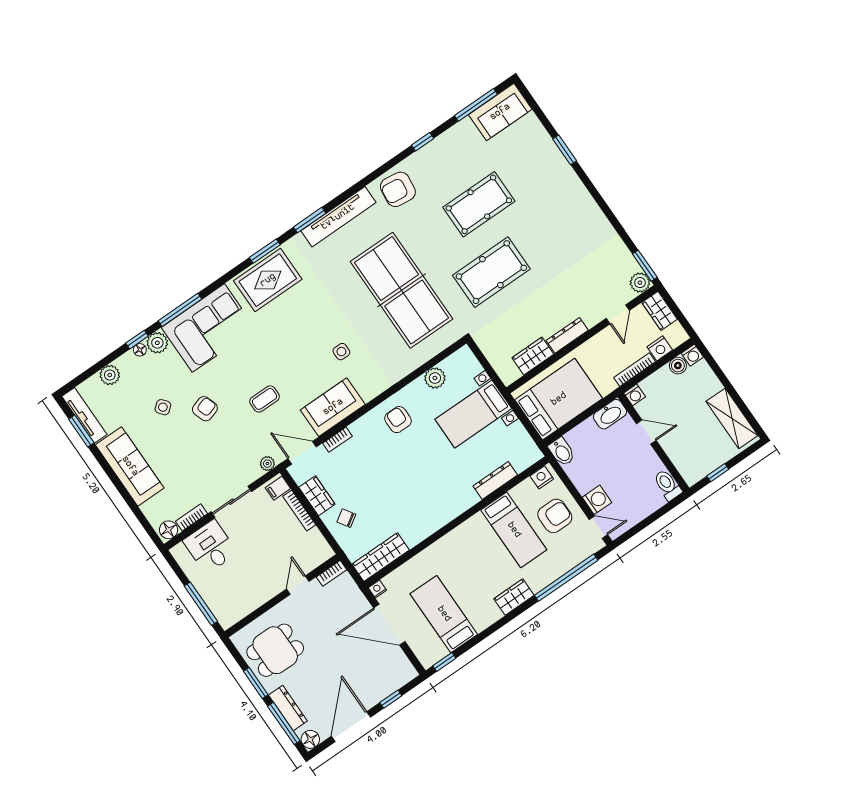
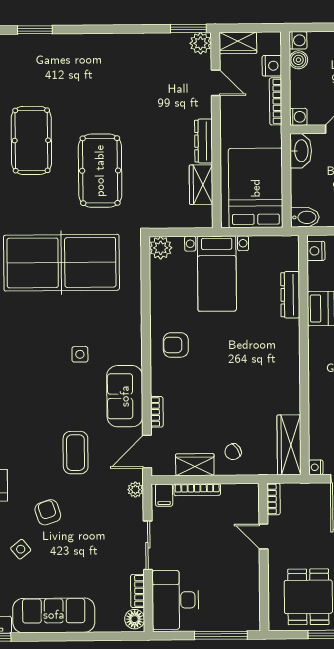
plant: (435, 378) -> (161, 248), moved
coffee table: (265, 399) -> (76, 453), width x1.36, depth x1.30
desk: (210, 547) -> (175, 600), width x1.37

